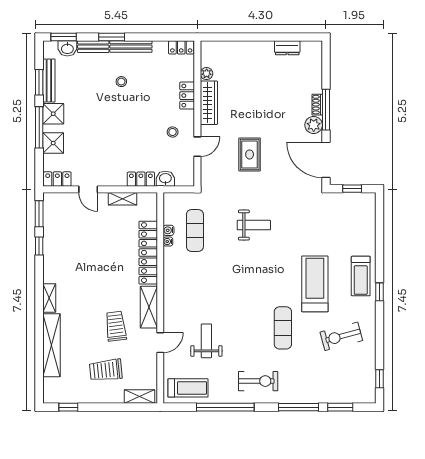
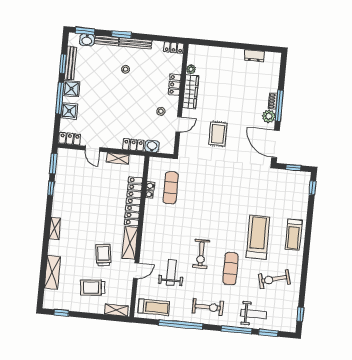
weight bench: (254, 225) -> (254, 314), moved
window: (379, 292) -> (312, 188), moved
exercise bike: (243, 313) -> (201, 254), added
shelving: (51, 345) -> (52, 272), width x0.68

